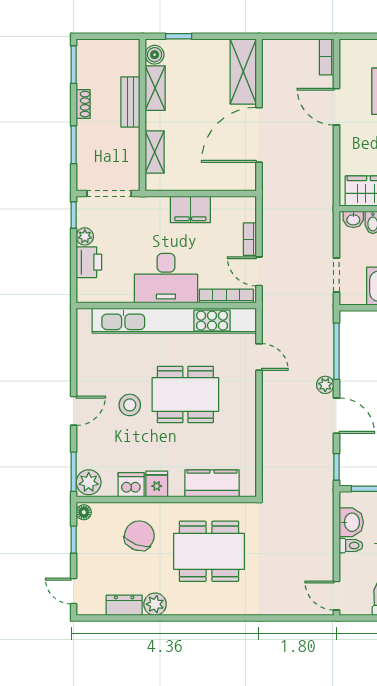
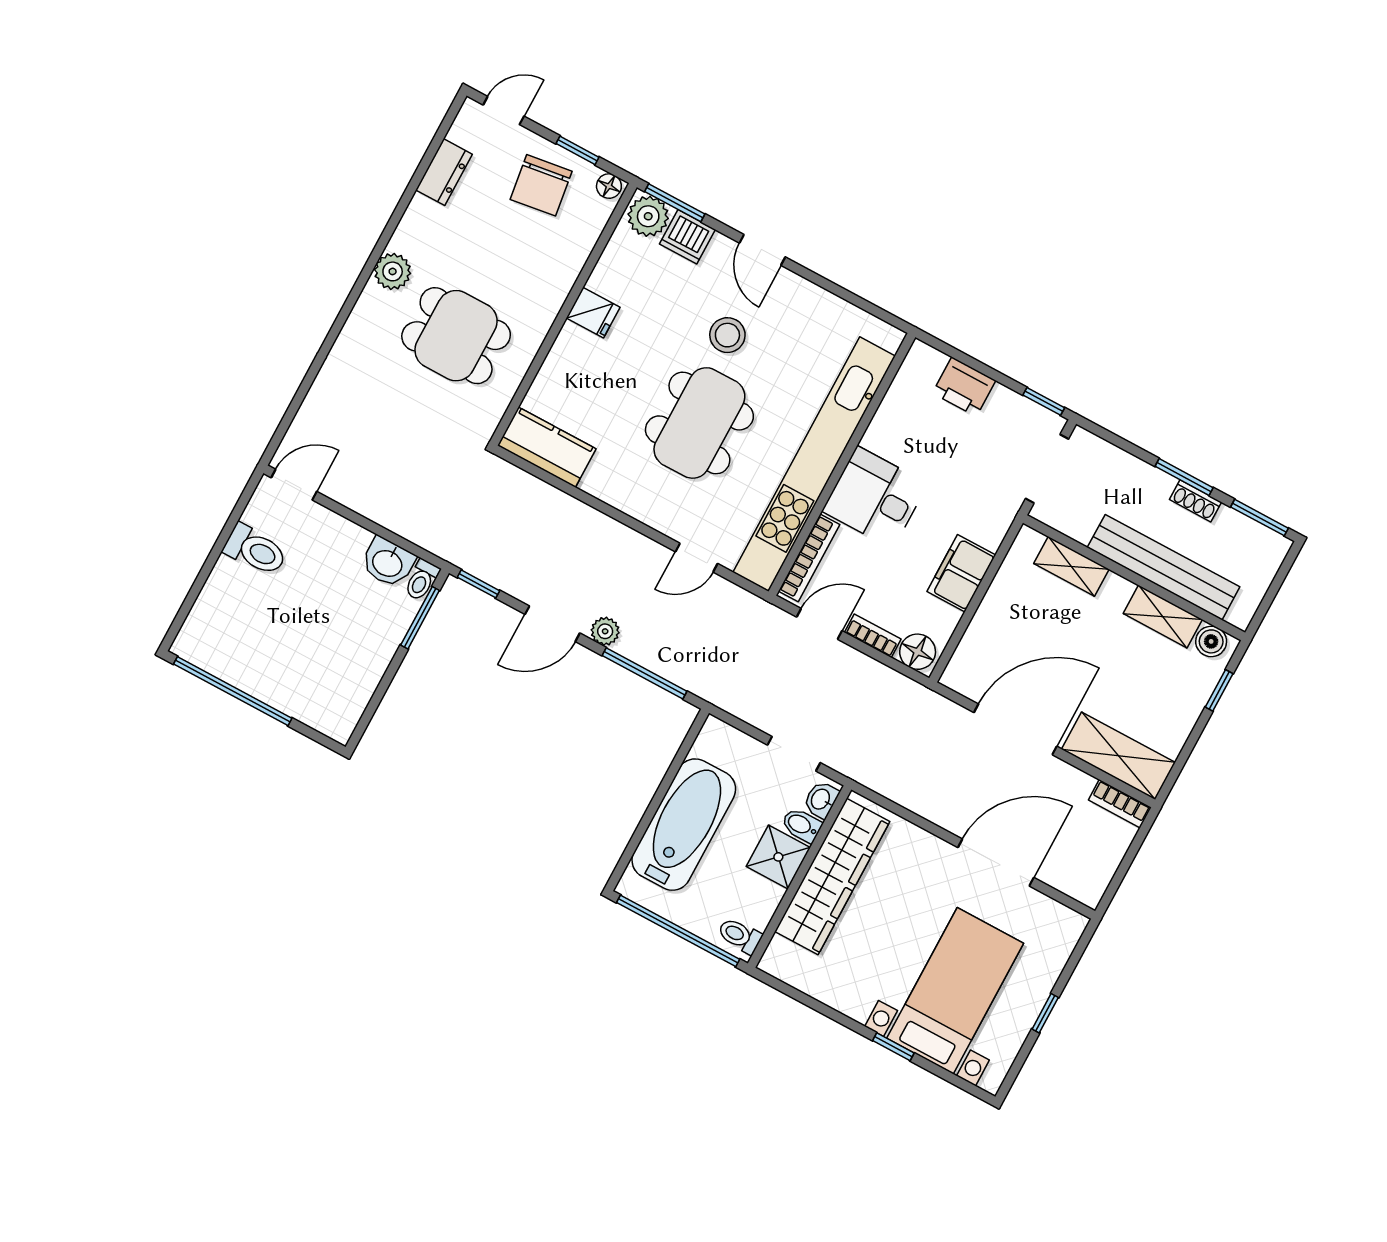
bookcase: (327, 57) -> (1120, 804), moved, turned 180
bench: (130, 102) -> (1164, 567), width x1.86, depth x1.21
door: (336, 107) -> (996, 863), width x1.36
door: (259, 135) -> (1015, 729), hinge flipped
window: (74, 145) -> (1184, 477), moved
floor lamp: (245, 210) -> (918, 652), added
plant: (85, 236) -> (1004, 401), removed
doorway: (336, 275) -> (794, 754), moved
desk: (166, 278) -> (875, 497), width x0.73
kitchen counter: (212, 483) -> (547, 447), moved, turned -90
dishwasher: (131, 485) -> (687, 237), moved, turned 90
chair: (139, 536) -> (541, 185), moved, turned 61
toilet: (351, 546) -> (422, 580), moved
dining table: (209, 551) -> (456, 336), width x0.73
plant: (155, 604) -> (393, 271), moved

